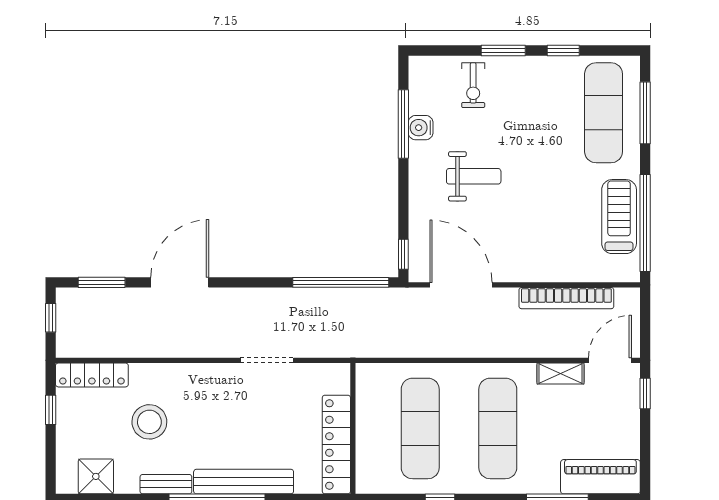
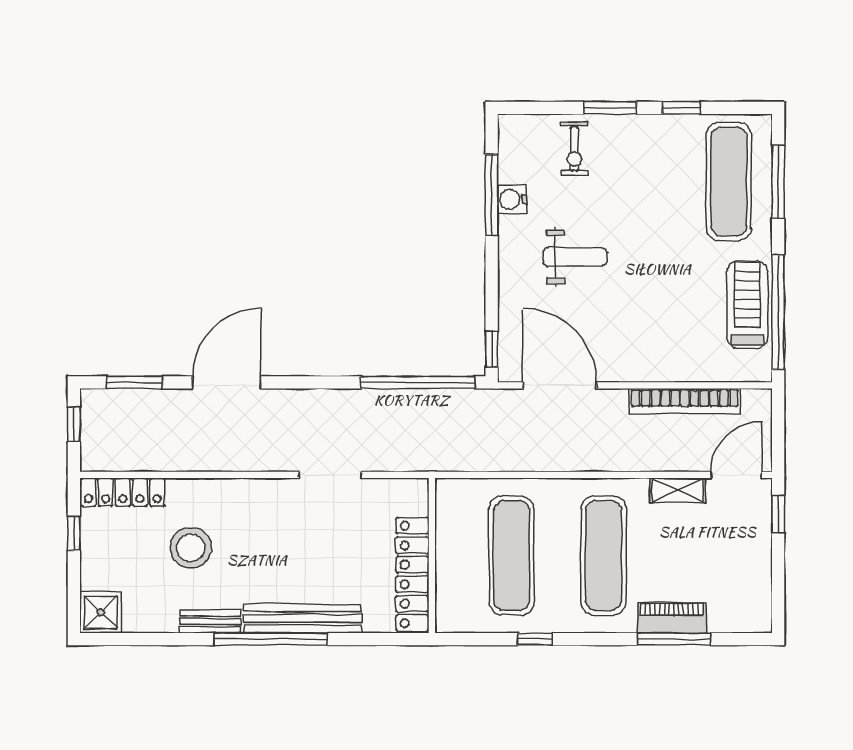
shower: (96, 476) -> (101, 612), moved
piano: (600, 477) -> (672, 618), moved, width x0.73, depth x0.75

